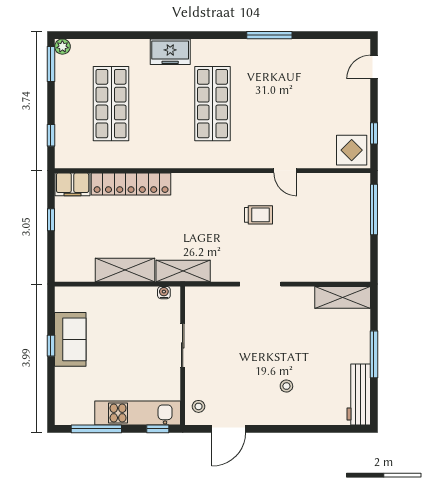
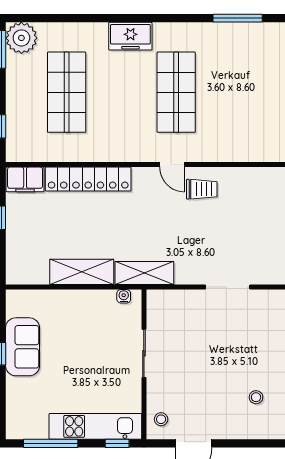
plant: (62, 47) -> (21, 38), width x1.87, depth x1.87
door: (285, 171) -> (172, 165), moved
trolley: (259, 215) -> (202, 189), moved

